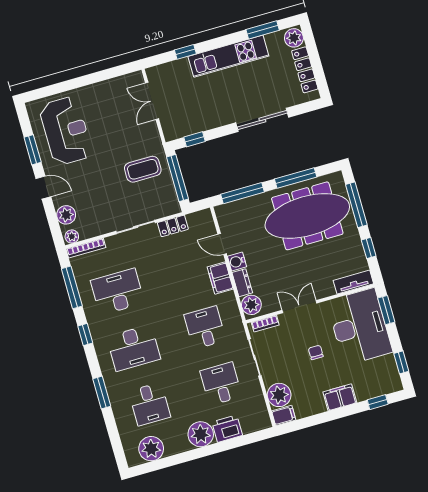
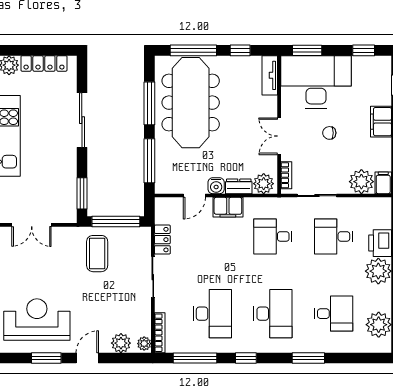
window: (194, 139) -> (82, 193), width x1.50
desk: (118, 292) -> (212, 314), turned 180

